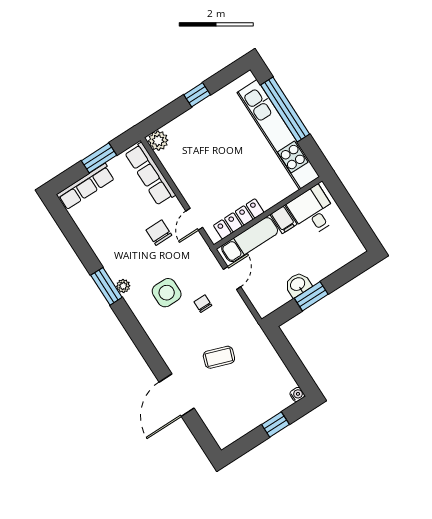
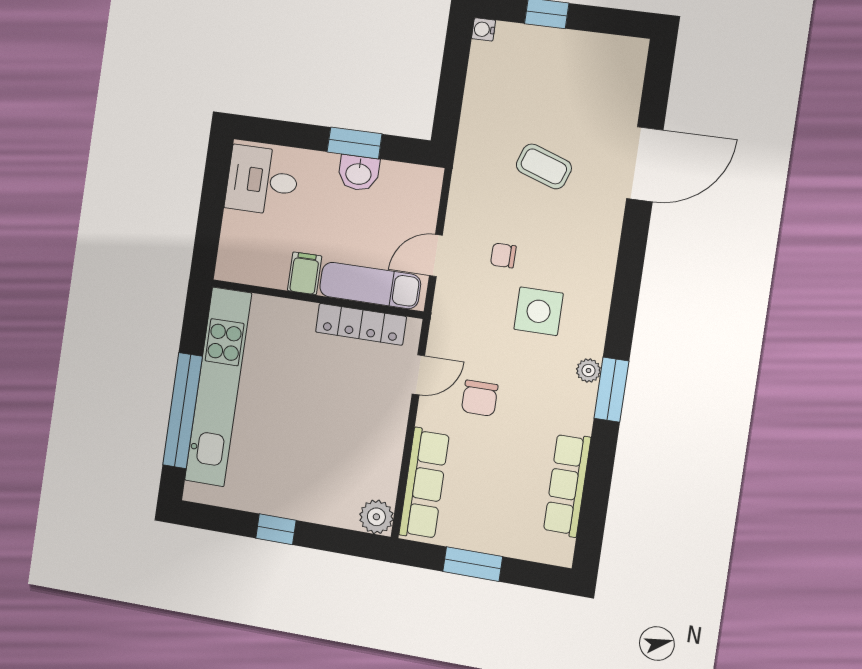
row of seats: (86, 187) -> (567, 485), moved, turned -90
desk: (313, 211) -> (262, 180), moved, turned 90
chair: (203, 304) -> (503, 255), turned 90

